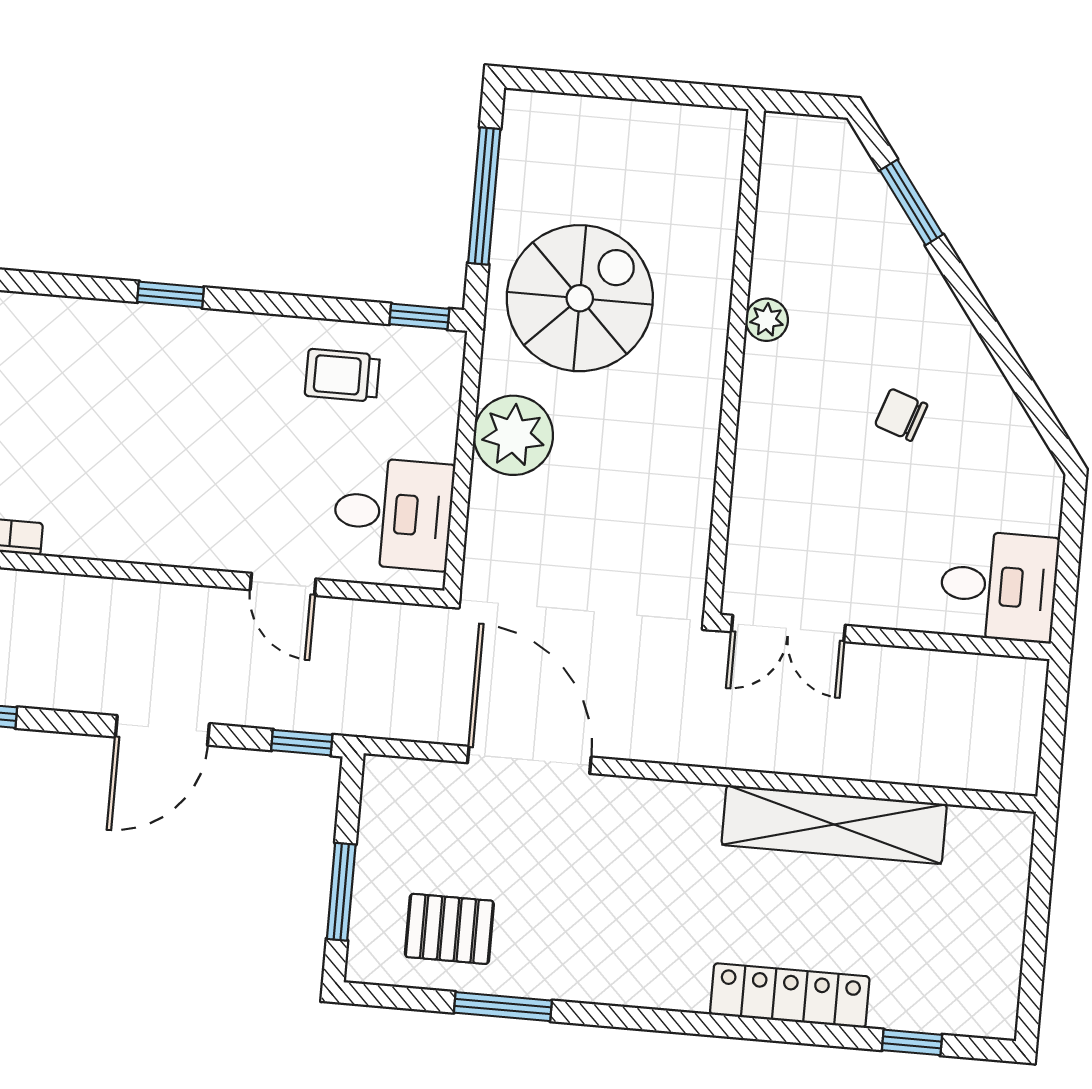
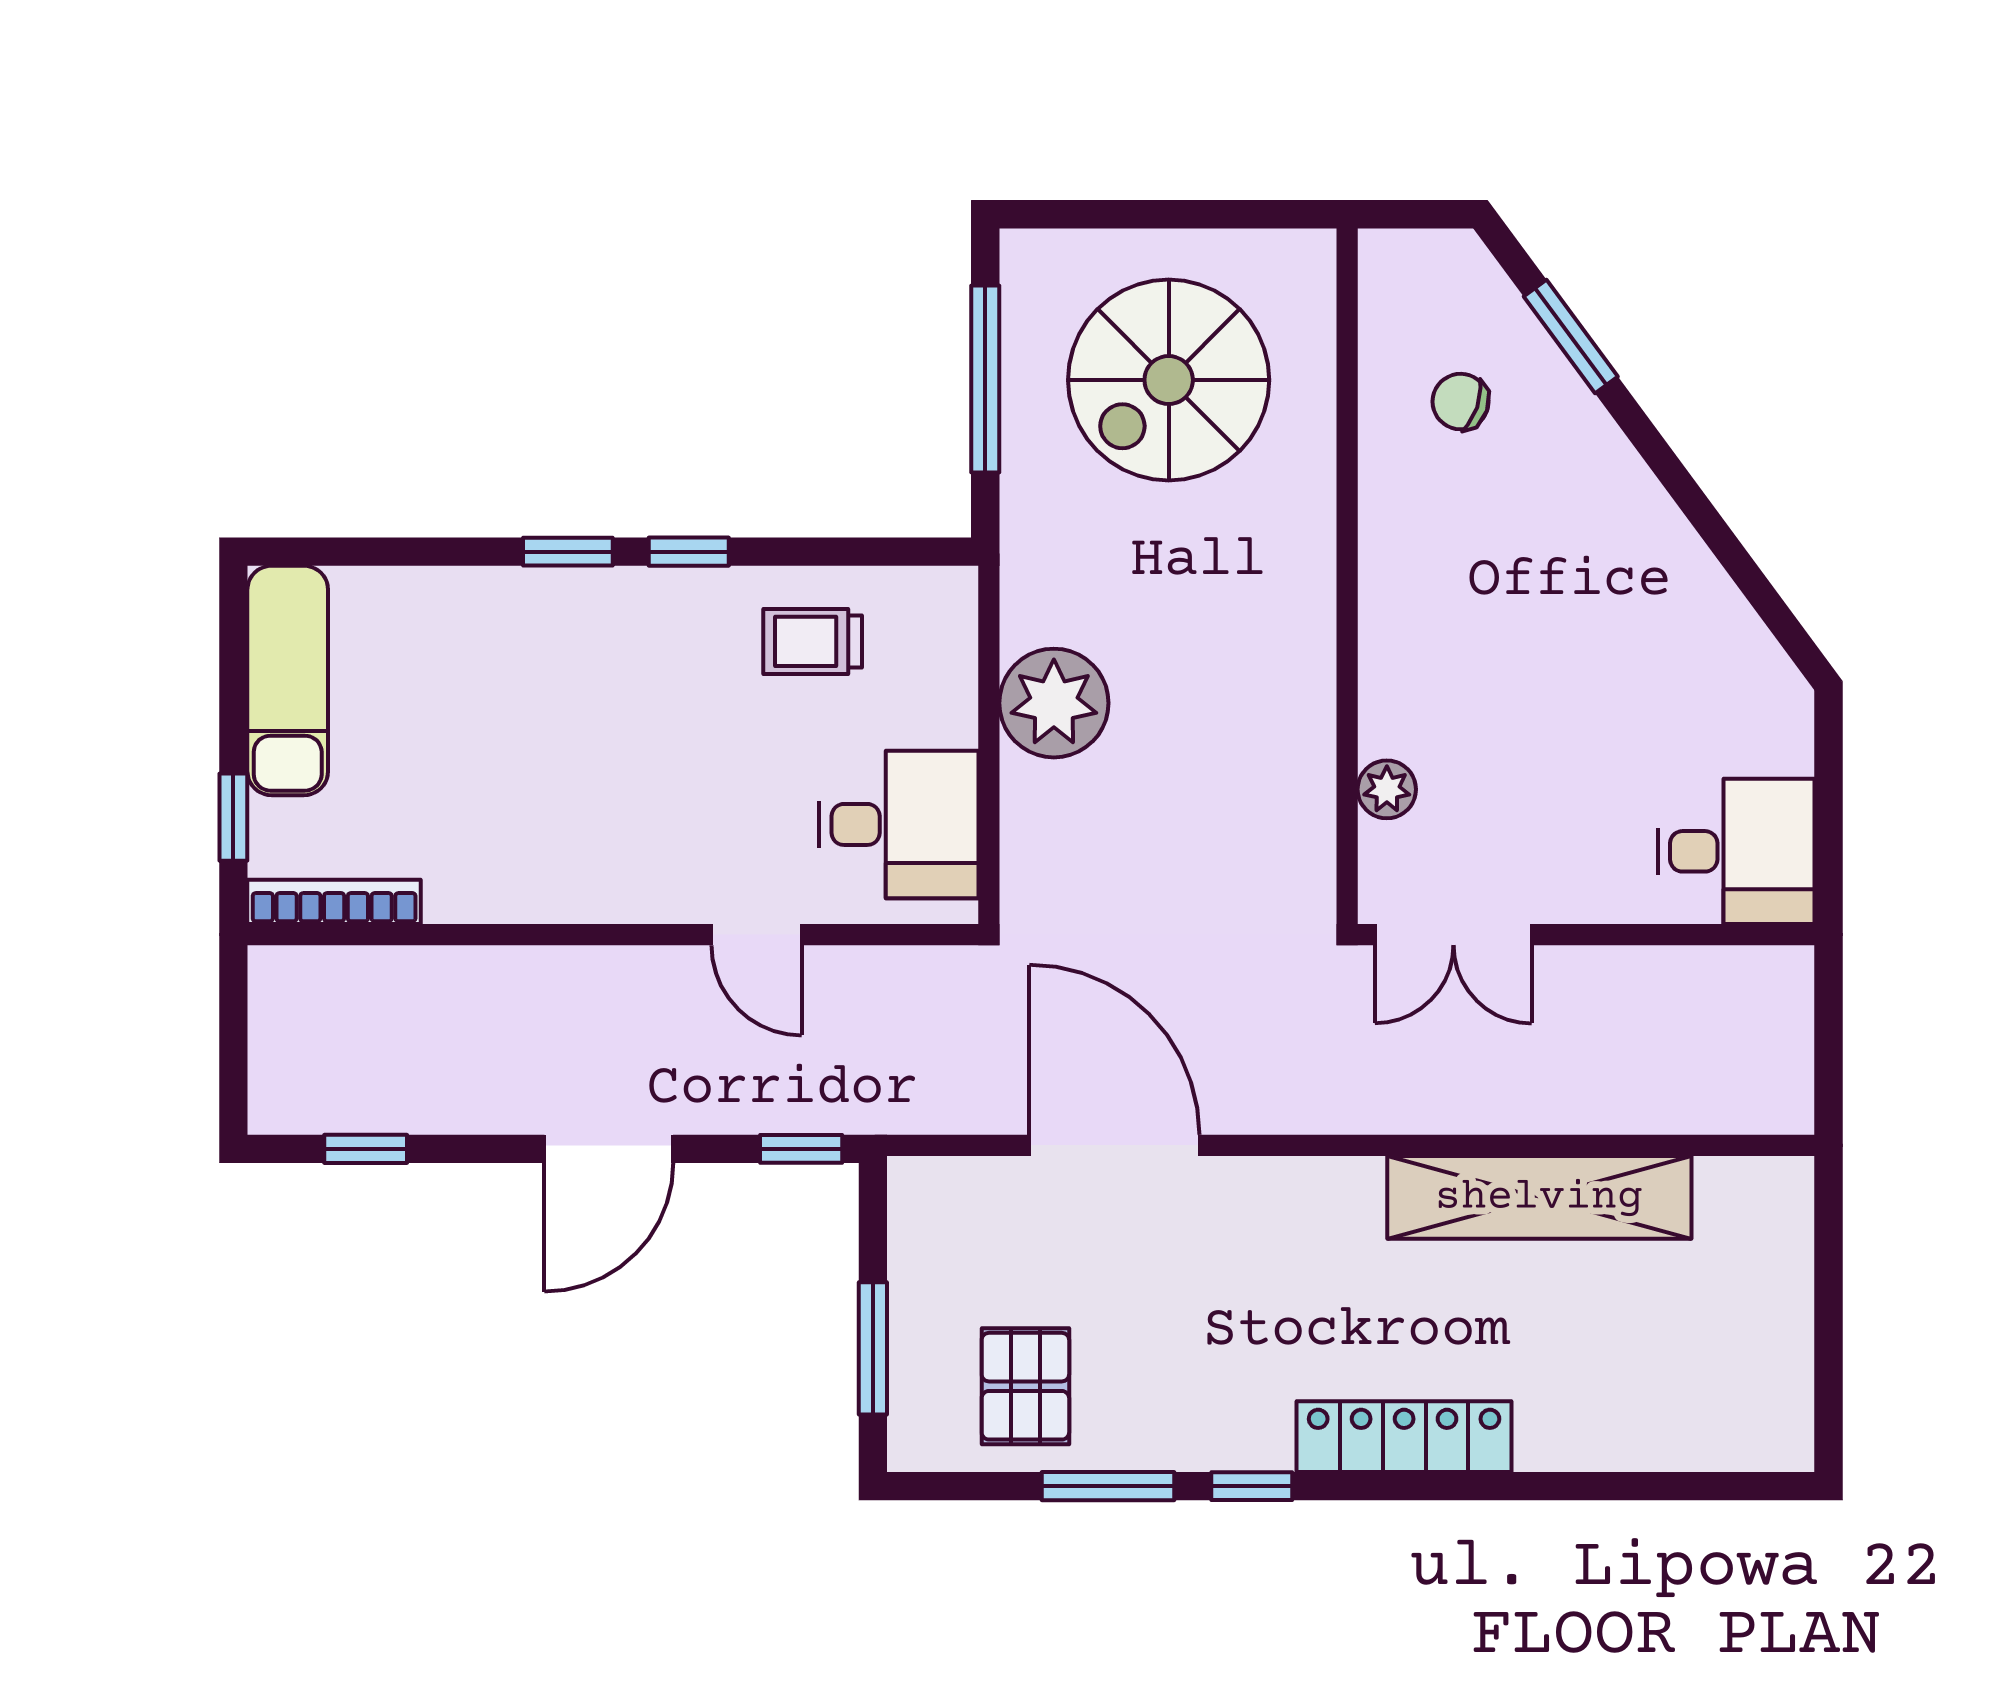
spiral stairs: (580, 298) -> (1169, 380), moved, turned 180
window: (419, 316) -> (689, 552), moved
plant: (767, 320) -> (1387, 789), moved
chair: (901, 415) -> (1461, 402), moved
pallet: (449, 929) -> (1025, 1386), turned 90
locker: (790, 995) -> (1404, 1437), moved
window: (912, 1042) -> (1252, 1486), moved

